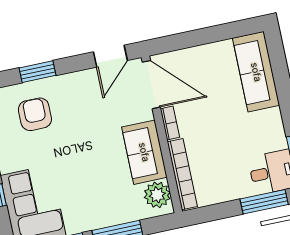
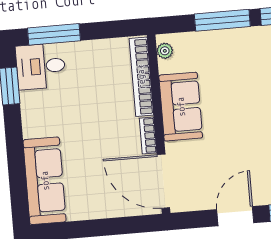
door: (110, 56) -> (235, 216), moved
plant: (157, 195) -> (165, 51), width x0.53, depth x0.53

